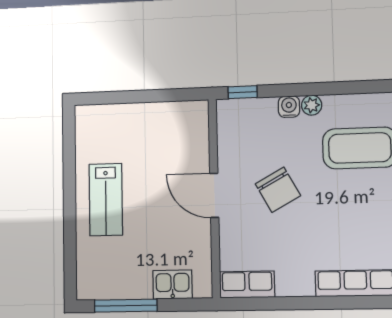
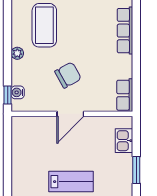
water cooler: (289, 107) -> (18, 92), moved
window: (126, 306) -> (136, 170), width x0.69

